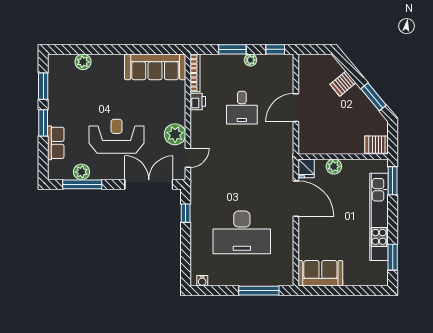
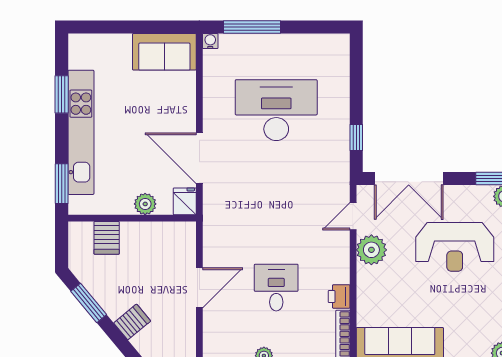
server rack: (376, 145) -> (107, 238), moved, turned 90
window: (393, 257) -> (62, 94), moved
water cooler: (202, 281) -> (210, 41), moved

